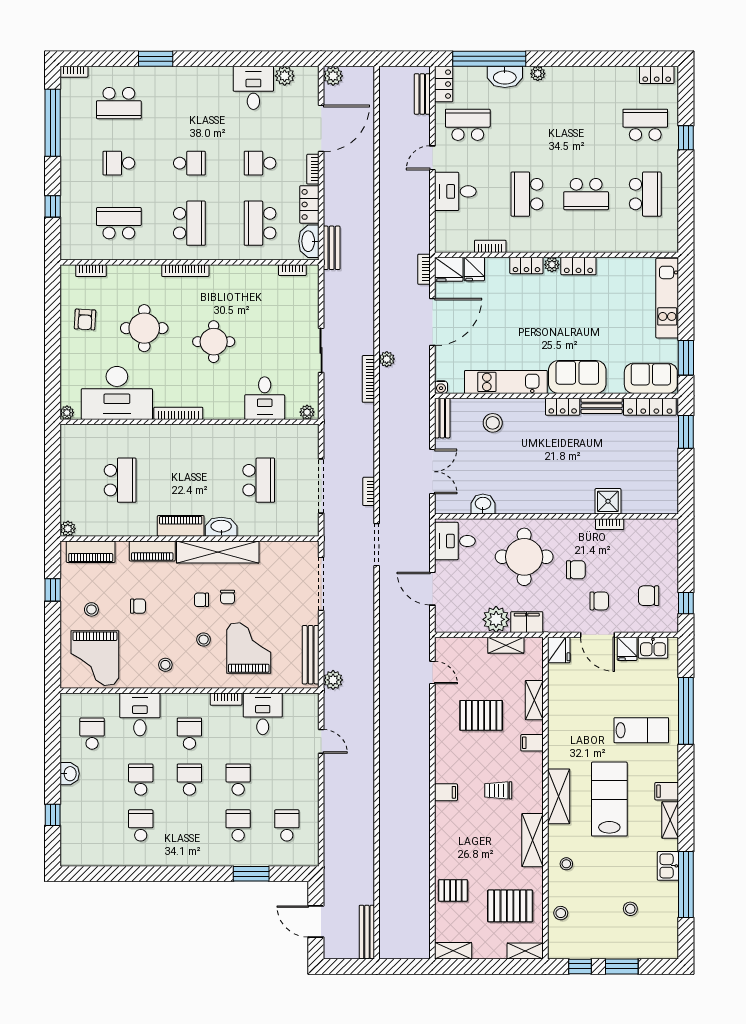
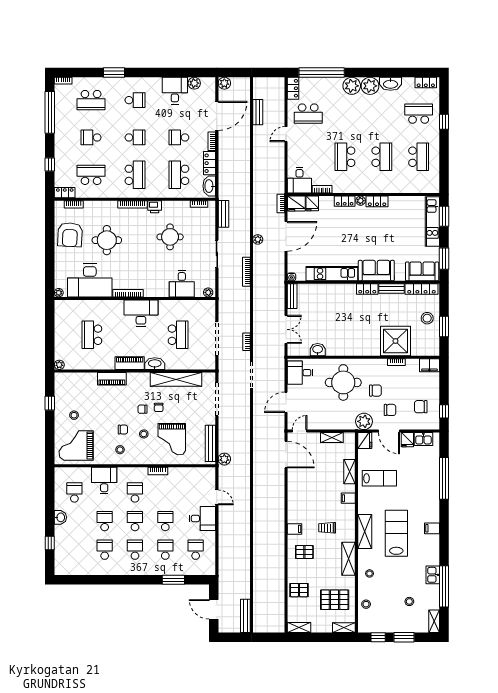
plant: (538, 74) -> (352, 86), width x1.87, depth x1.87
washbasin: (505, 77) -> (391, 84), moved
plant: (567, 80) -> (370, 86), added
bench: (422, 94) -> (258, 112), moved
school desk: (189, 103) -> (135, 100), added
school desk: (468, 125) -> (308, 114), turned 180
desk: (455, 191) -> (299, 180), moved, turned -90
school desk: (586, 194) -> (382, 157), turned -90
bench: (332, 248) -> (223, 214), moved
locker: (77, 252) -> (65, 193), added
printer: (221, 274) -> (155, 207), added
window: (686, 290) -> (444, 216), added
armchair: (85, 320) -> (70, 235), width x1.88, depth x1.88
round table: (214, 342) -> (170, 237), moved
plant: (387, 359) -> (258, 239), moved
stool: (493, 423) -> (427, 318), moved
window: (686, 432) -> (444, 327), moved
desk: (199, 445) -> (141, 313), added
school desk: (120, 480) -> (92, 335), turned 180
shower: (608, 501) -> (395, 341), width x1.86, depth x1.86
piano: (91, 552) -> (74, 379), removed
shelving: (218, 552) -> (176, 379), moved
door: (432, 589) -> (286, 402), hinge flipped
chair: (138, 606) -> (123, 430), moved
plant: (496, 619) -> (364, 421), moved
filing cabinet: (527, 622) -> (429, 365), moved, turned 180
door: (454, 635) -> (300, 431), added
grand piano: (249, 648) -> (172, 439), turned 180
grand piano: (95, 658) -> (76, 445), turned 90
door: (432, 673) -> (286, 454), width x1.88
desk: (263, 714) -> (202, 518), moved, turned 90
pallet: (481, 715) -> (304, 552), moved, width x0.67, depth x0.71
lab bench: (641, 730) -> (379, 478), moved
shelving: (670, 820) -> (434, 621), moved
school desk: (189, 825) -> (135, 550), added

